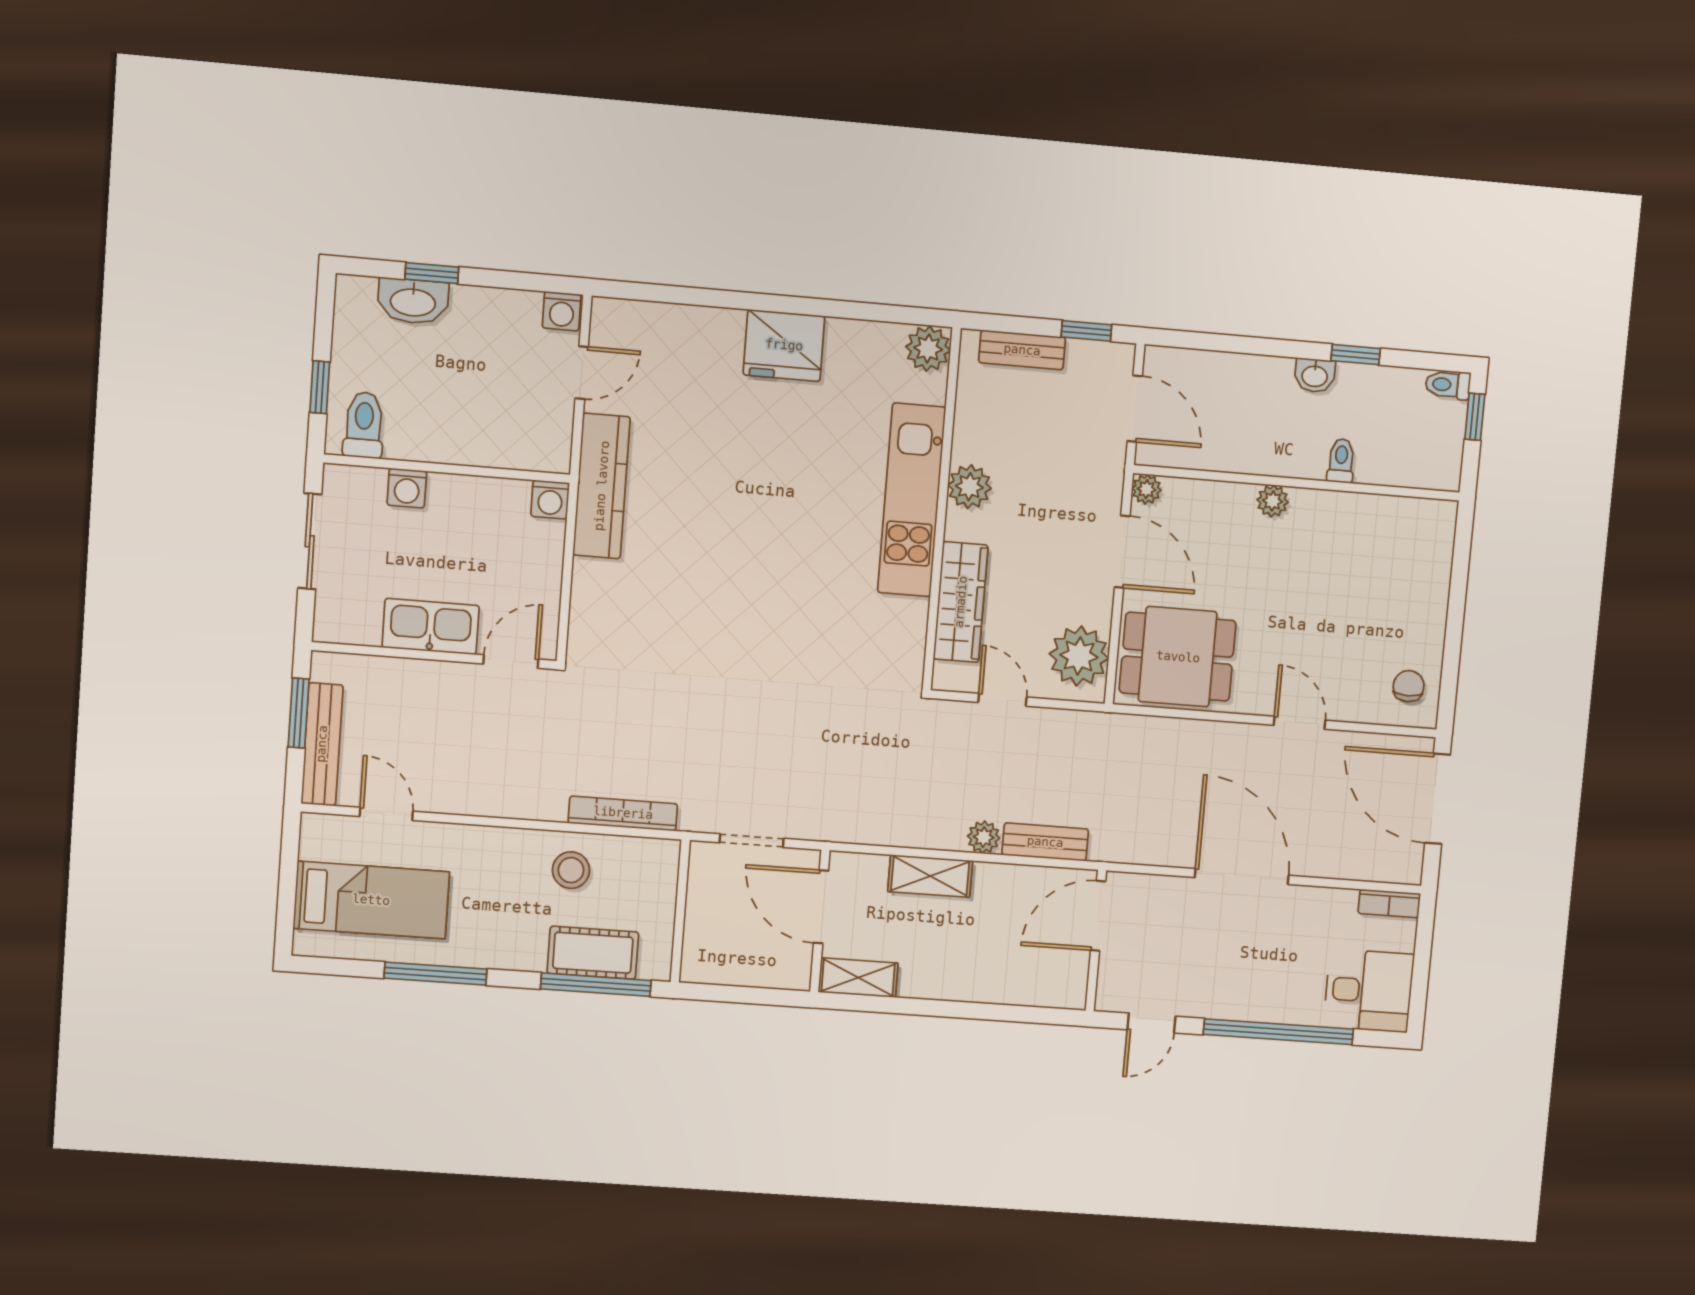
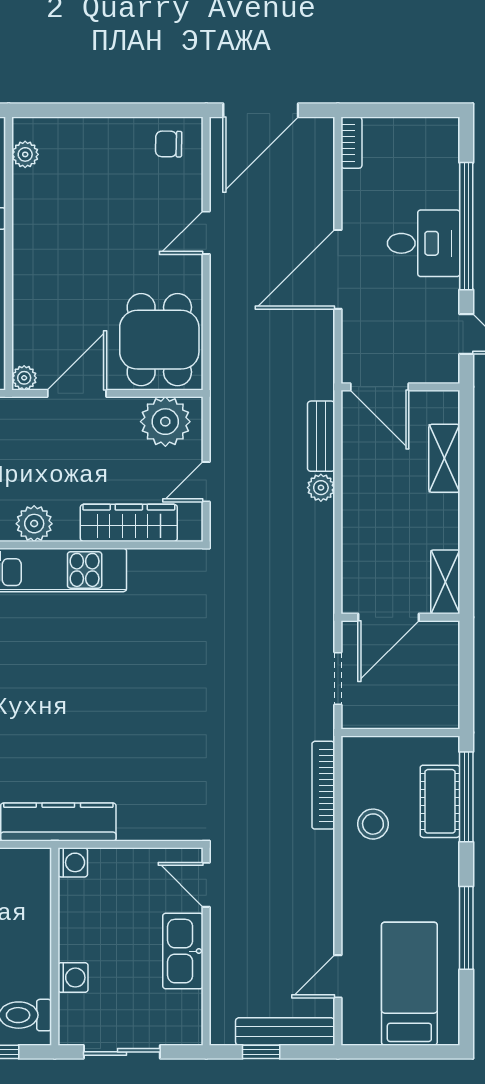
plant: (1273, 501) -> (25, 154), moved
window: (299, 713) -> (261, 1052), width x0.67
shelving: (930, 876) -> (444, 458), moved
desk: (1369, 991) -> (424, 243), moved, turned 90

